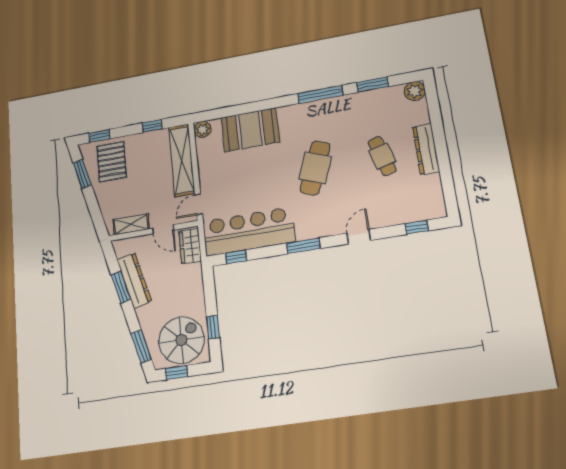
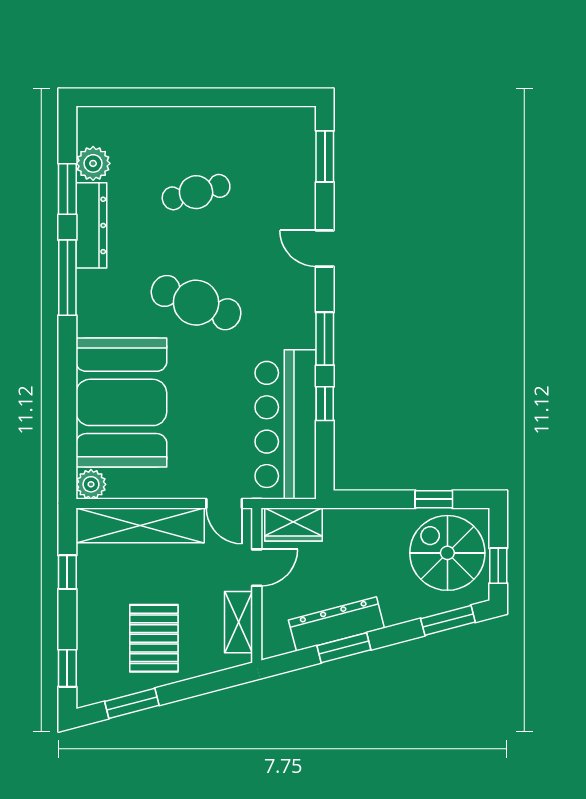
plant: (415, 91) -> (93, 163), moved
booth: (250, 130) -> (121, 402), width x1.36, depth x1.42
dresser: (426, 149) -> (91, 225), moved, turned -90
pallet: (112, 162) -> (154, 638), moved, turned 90
window: (417, 227) -> (325, 156), width x1.50
window: (236, 257) -> (325, 404), moved

